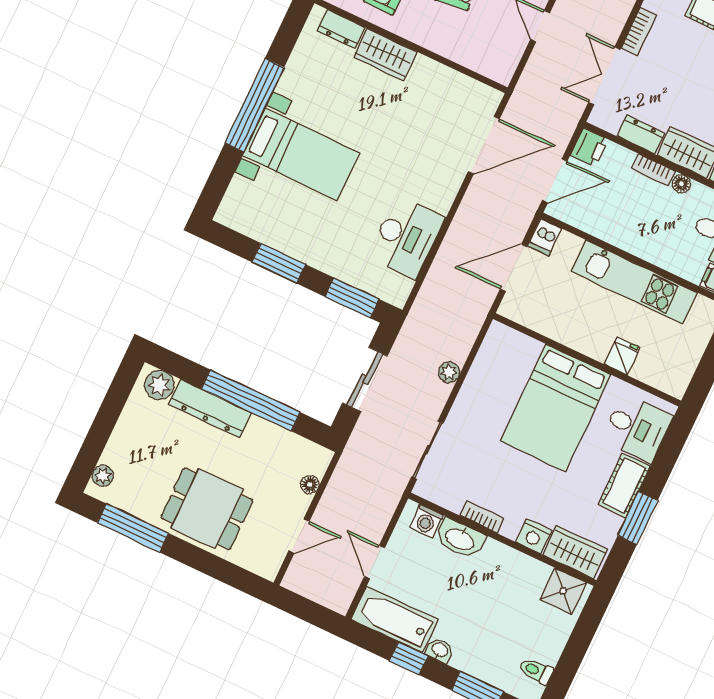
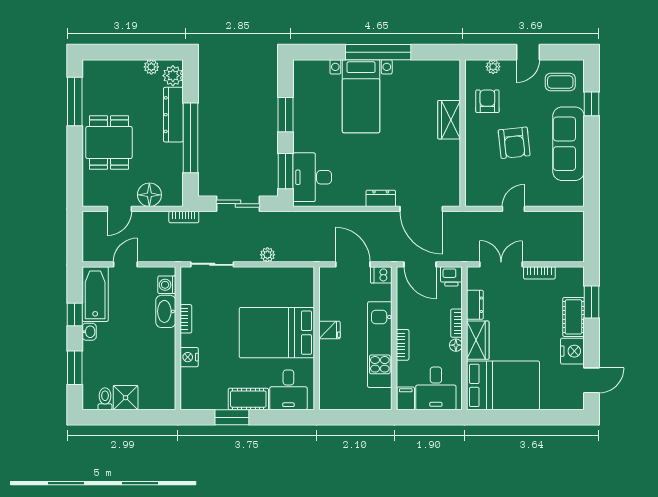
dresser: (341, 29) -> (381, 198), moved, turned 90
desk: (406, 237) -> (312, 177), moved, turned 90
bookcase: (648, 253) -> (403, 345), added
fridge: (622, 356) -> (329, 330), moved
bookcase: (349, 457) -> (184, 217), added
plant: (103, 476) -> (151, 67), moved
floor lamp: (310, 485) -> (149, 195), width x1.89, depth x1.89
door: (299, 536) -> (119, 209), hinge flipped
wardrobe: (575, 552) -> (192, 388), removed
shower: (563, 591) -> (126, 398), moved

